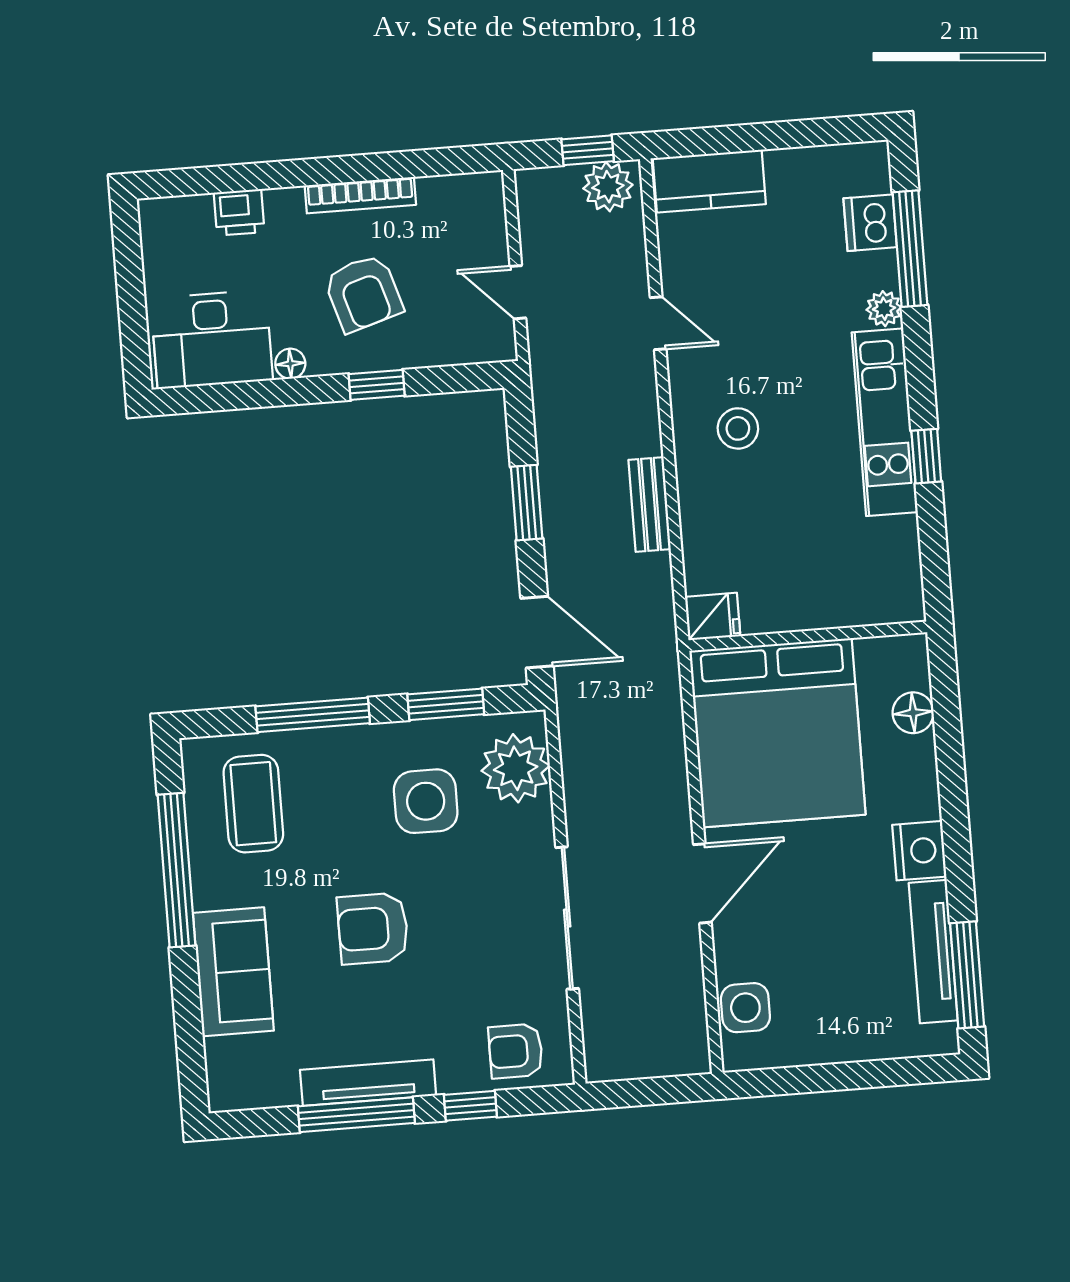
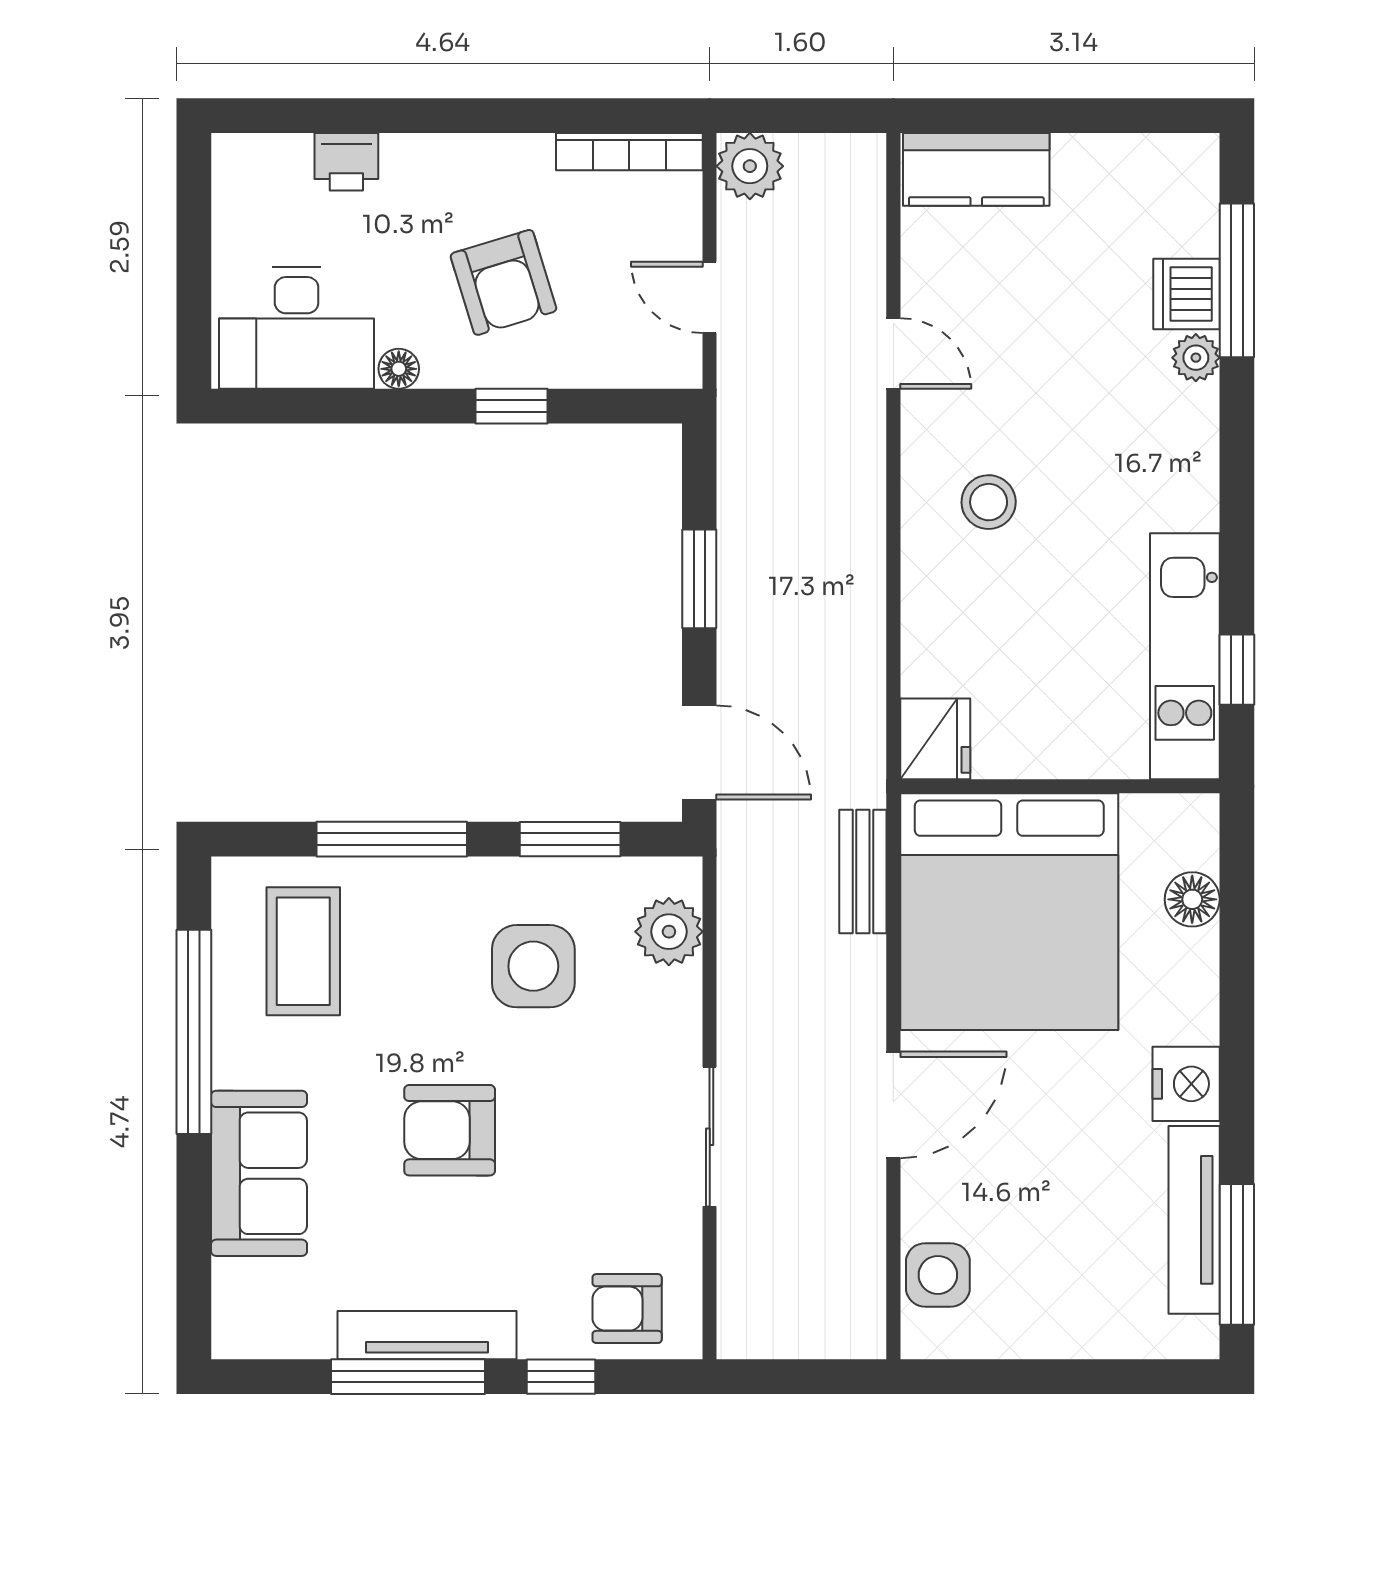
window: (588, 150) -> (817, 116), removed
plant: (608, 187) -> (750, 166), moved
bookcase: (360, 195) -> (629, 152), moved
dishwasher: (870, 223) -> (1186, 294), moved
kitchen unit: (885, 422) -> (1185, 656), moved
window: (926, 456) -> (1237, 670), moved
bench: (650, 505) -> (863, 871), moved
fridge: (713, 617) -> (935, 739), width x1.38
plant: (516, 768) -> (669, 932), width x0.73, depth x0.73
sliding door: (567, 918) -> (710, 1137), width x0.73

